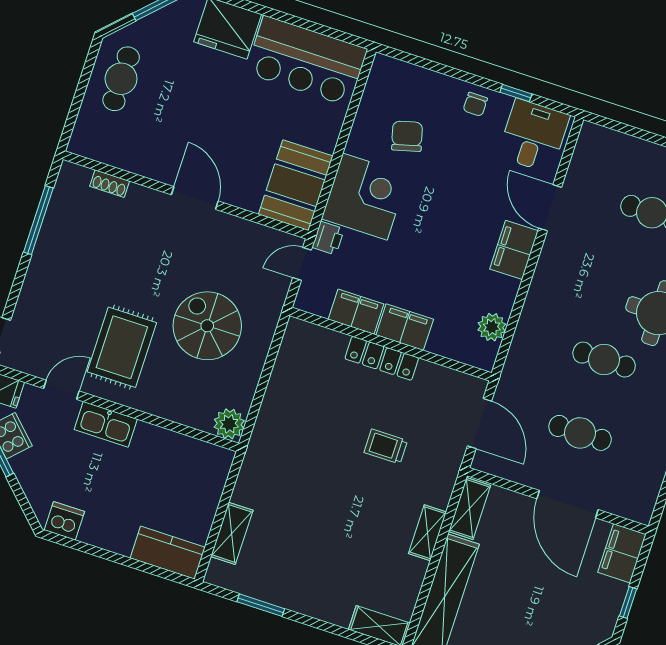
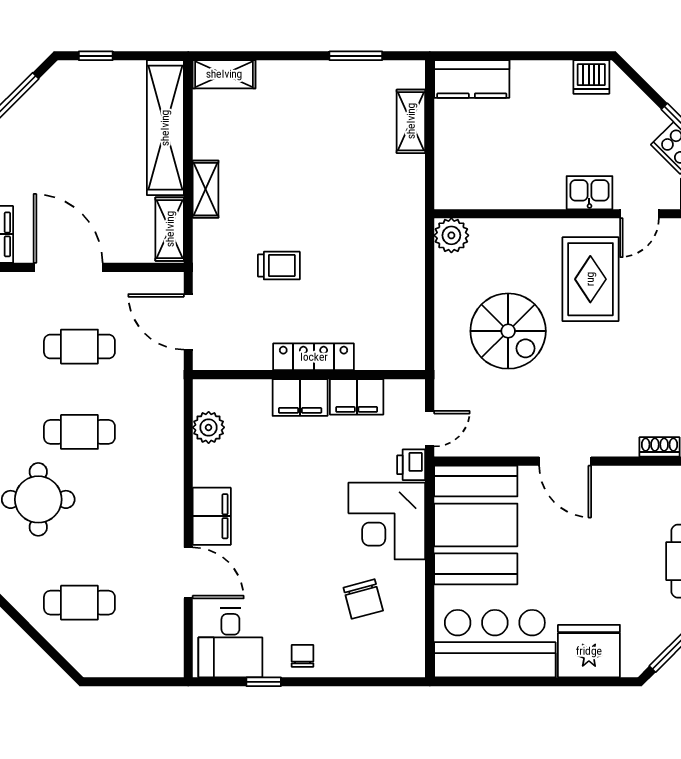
booth: (296, 185) -> (476, 525), width x1.36, depth x1.42
kitchen sink: (106, 424) -> (589, 193), width x0.73

